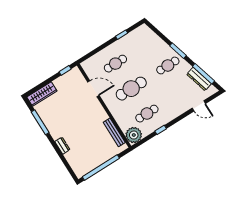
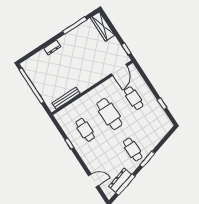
door: (93, 89) -> (119, 70), moved
door: (199, 106) -> (94, 181), swing flipped
plant: (134, 135) -> (64, 117), removed

